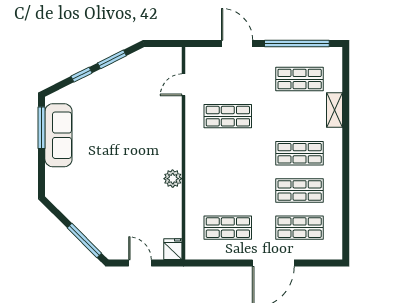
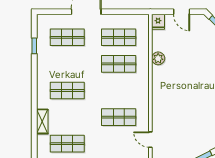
door: (183, 85) -> (150, 140), swing flipped
plant: (173, 179) -> (158, 58), moved
shop shelf: (300, 190) -> (119, 64), moved
window: (346, 216) -> (34, 46), added

